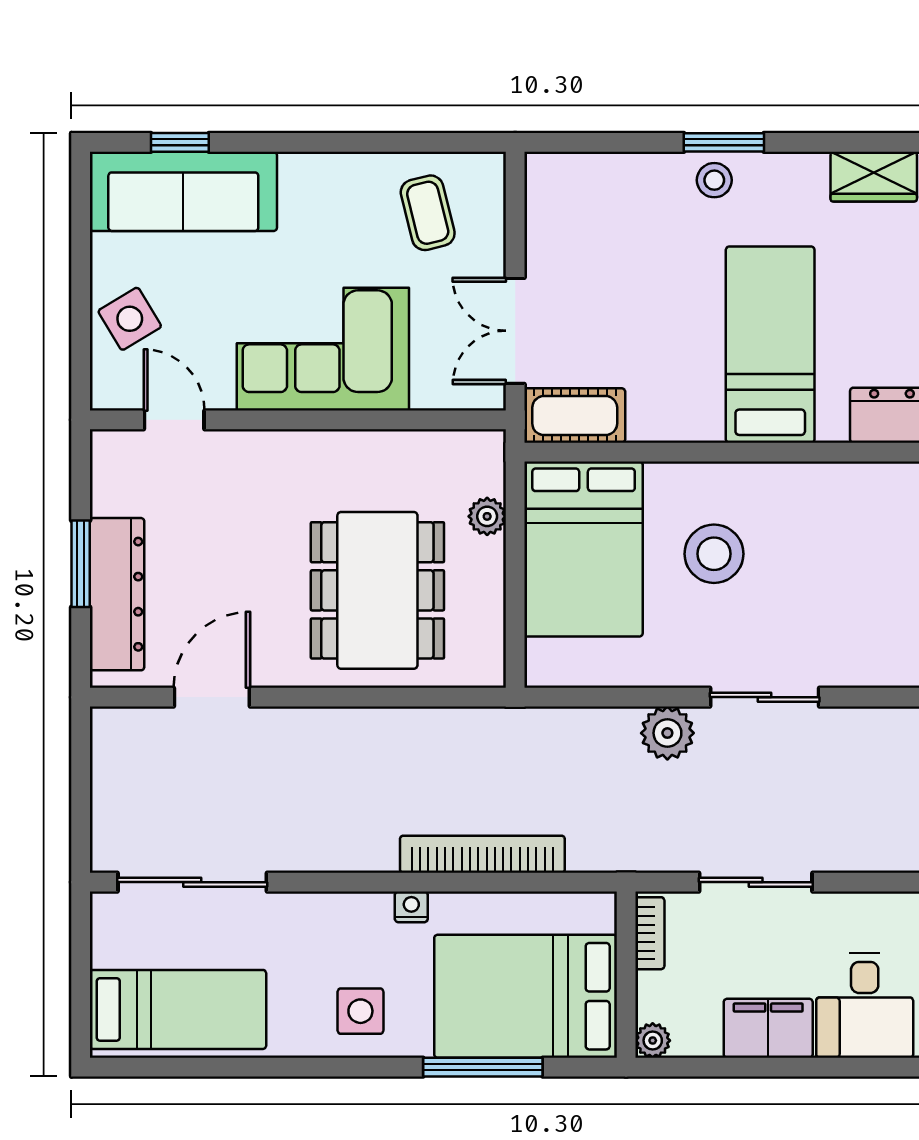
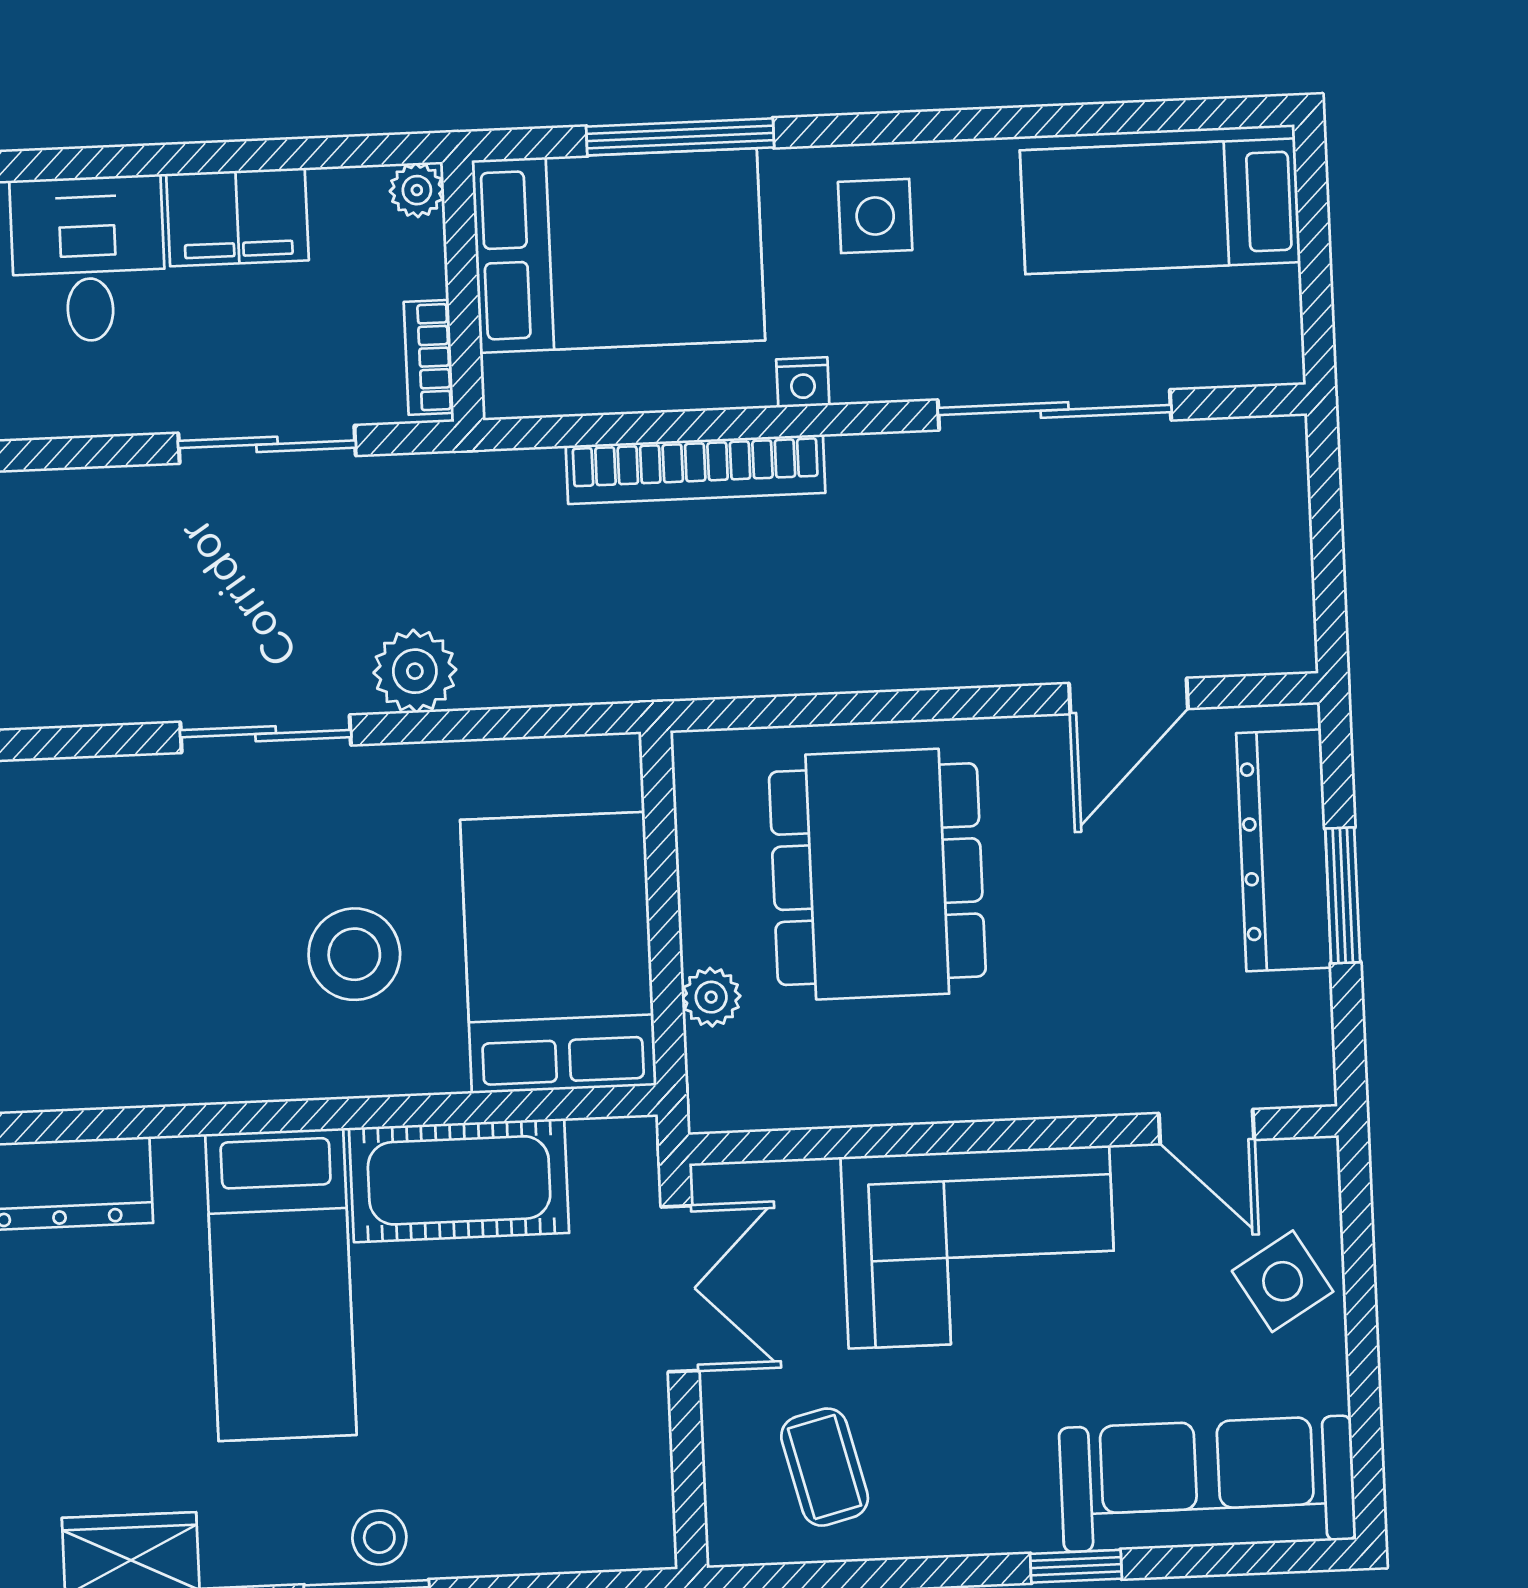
window: (180, 142) -> (1076, 1566), moved
cot: (575, 416) -> (459, 1180), moved, width x1.37, depth x1.34
sliding door: (192, 882) -> (1055, 410), moved

